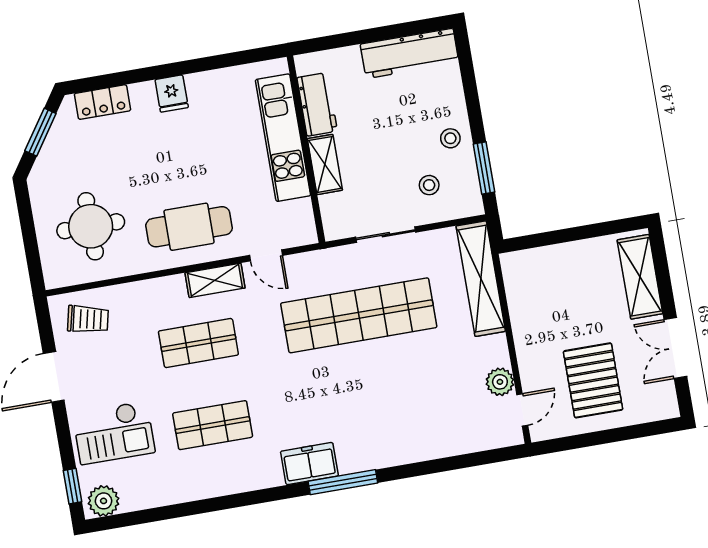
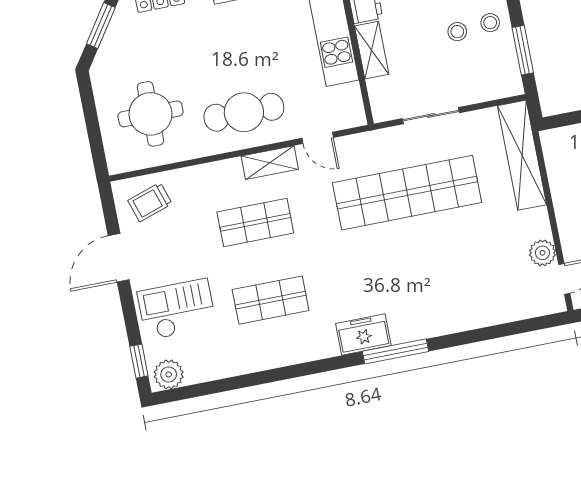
stool: (429, 185) -> (457, 32), moved
trolley: (88, 319) -> (150, 202), turned 149
checkout: (114, 433) -> (177, 309), turned 180

